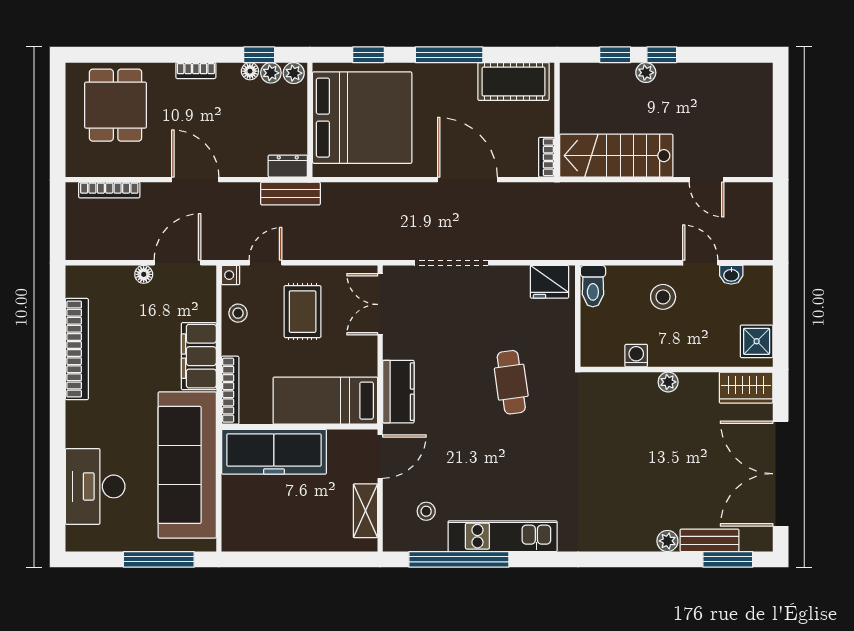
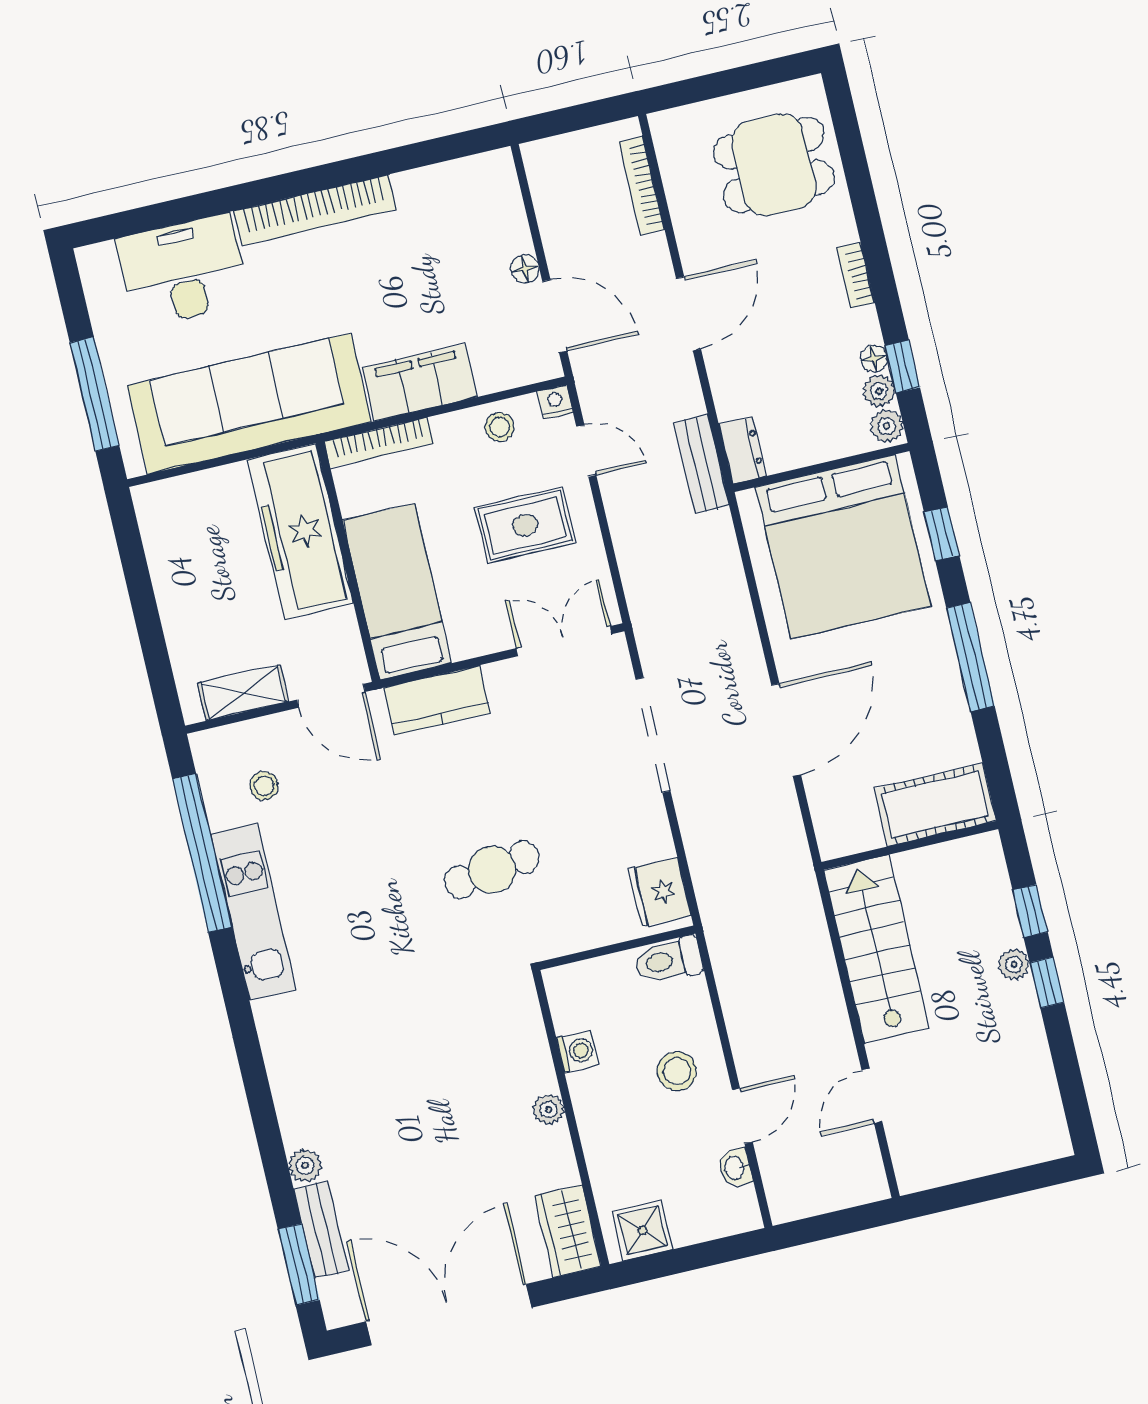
cot: (514, 82) -> (935, 805), moved, turned 90
bookcase: (546, 157) -> (849, 843), removed
bookcase: (77, 349) -> (315, 210), moved

